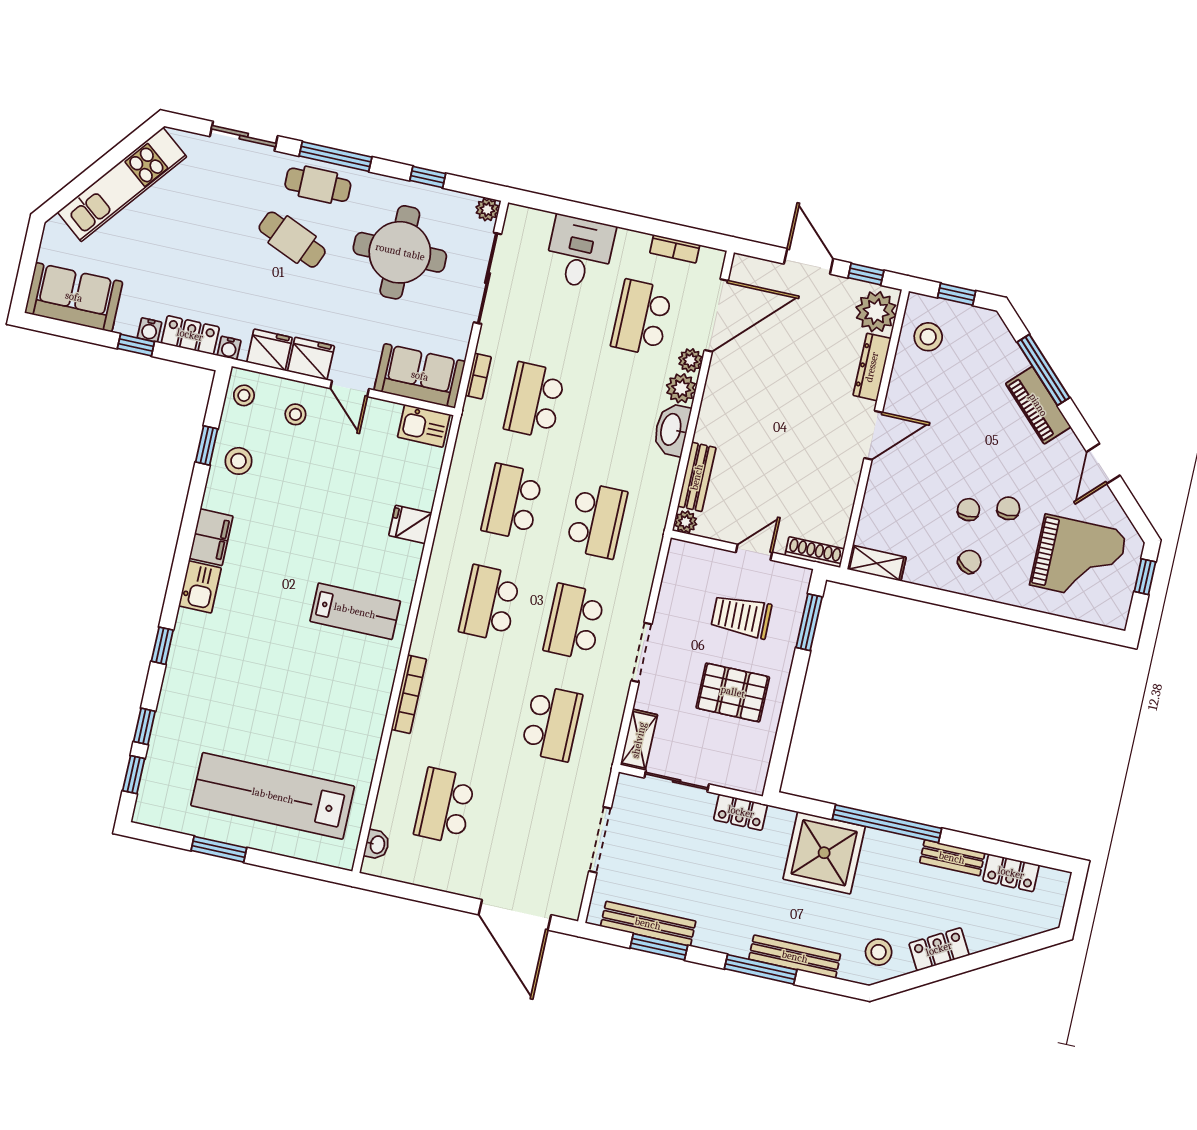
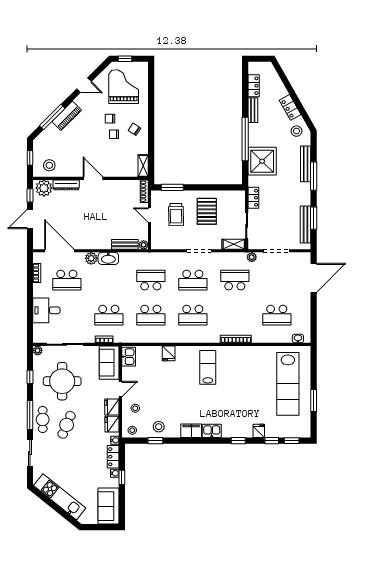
plant: (690, 360) -> (252, 257), moved
fridge: (175, 700) -> (259, 431), added

